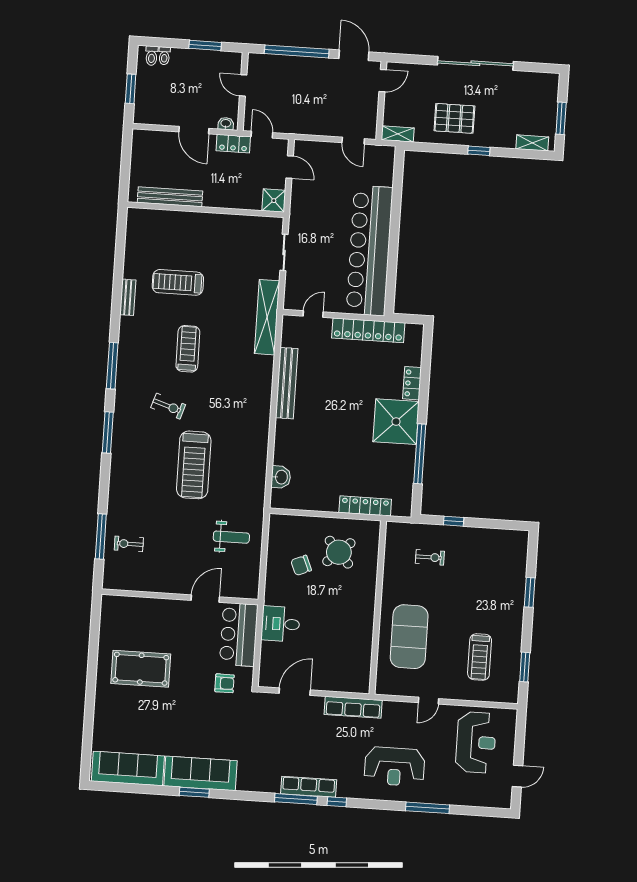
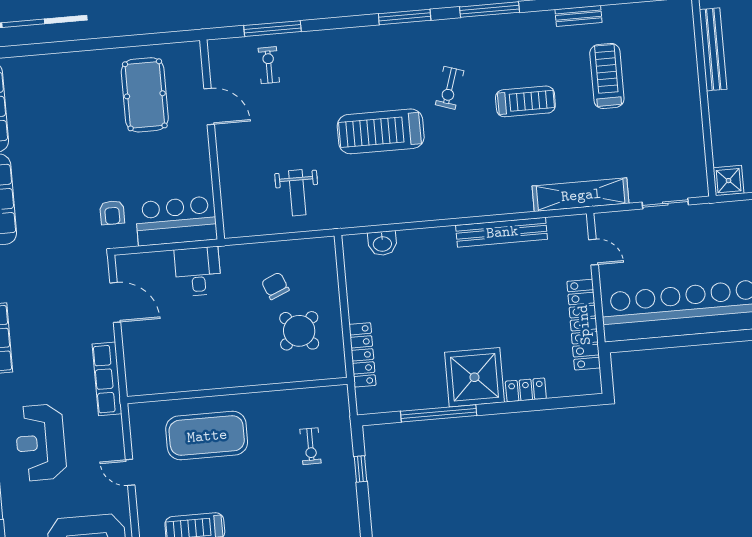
door: (205, 599) -> (209, 107), moved
pool table: (141, 669) -> (145, 95), moved

